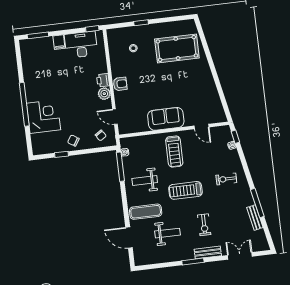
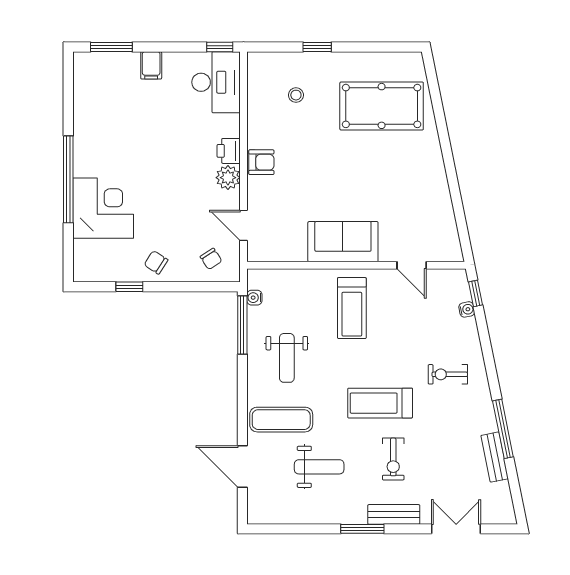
desk: (81, 45) -> (216, 82), moved, turned 90
weight bench: (145, 180) -> (287, 358), turned -90
treadmill: (185, 190) -> (380, 403), moved

